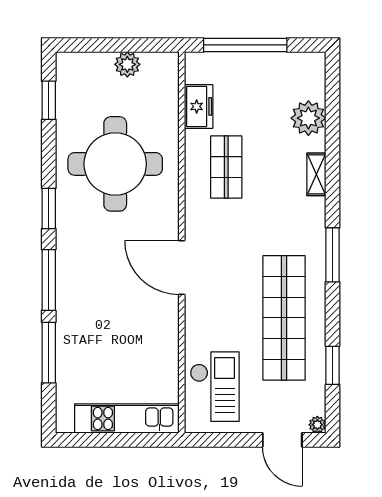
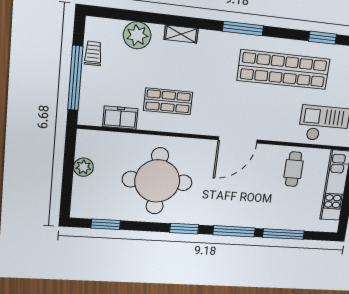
trolley: (279, 65) -> (93, 53), added
cafe table: (146, 353) -> (294, 169), added

